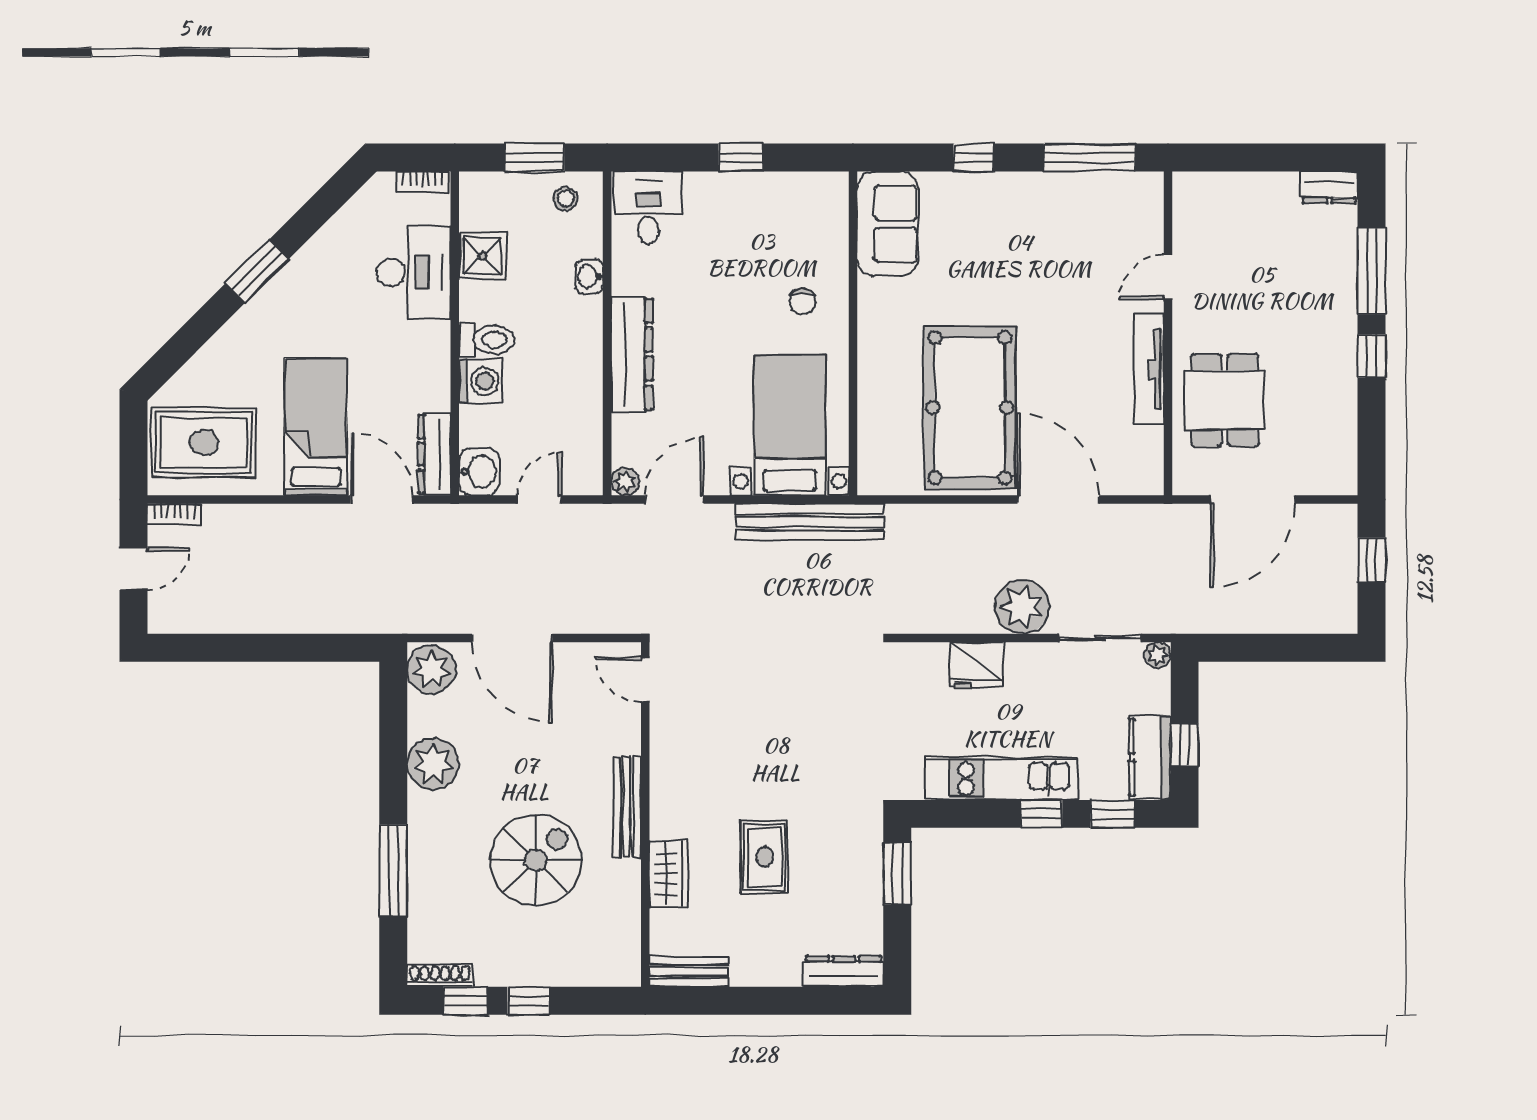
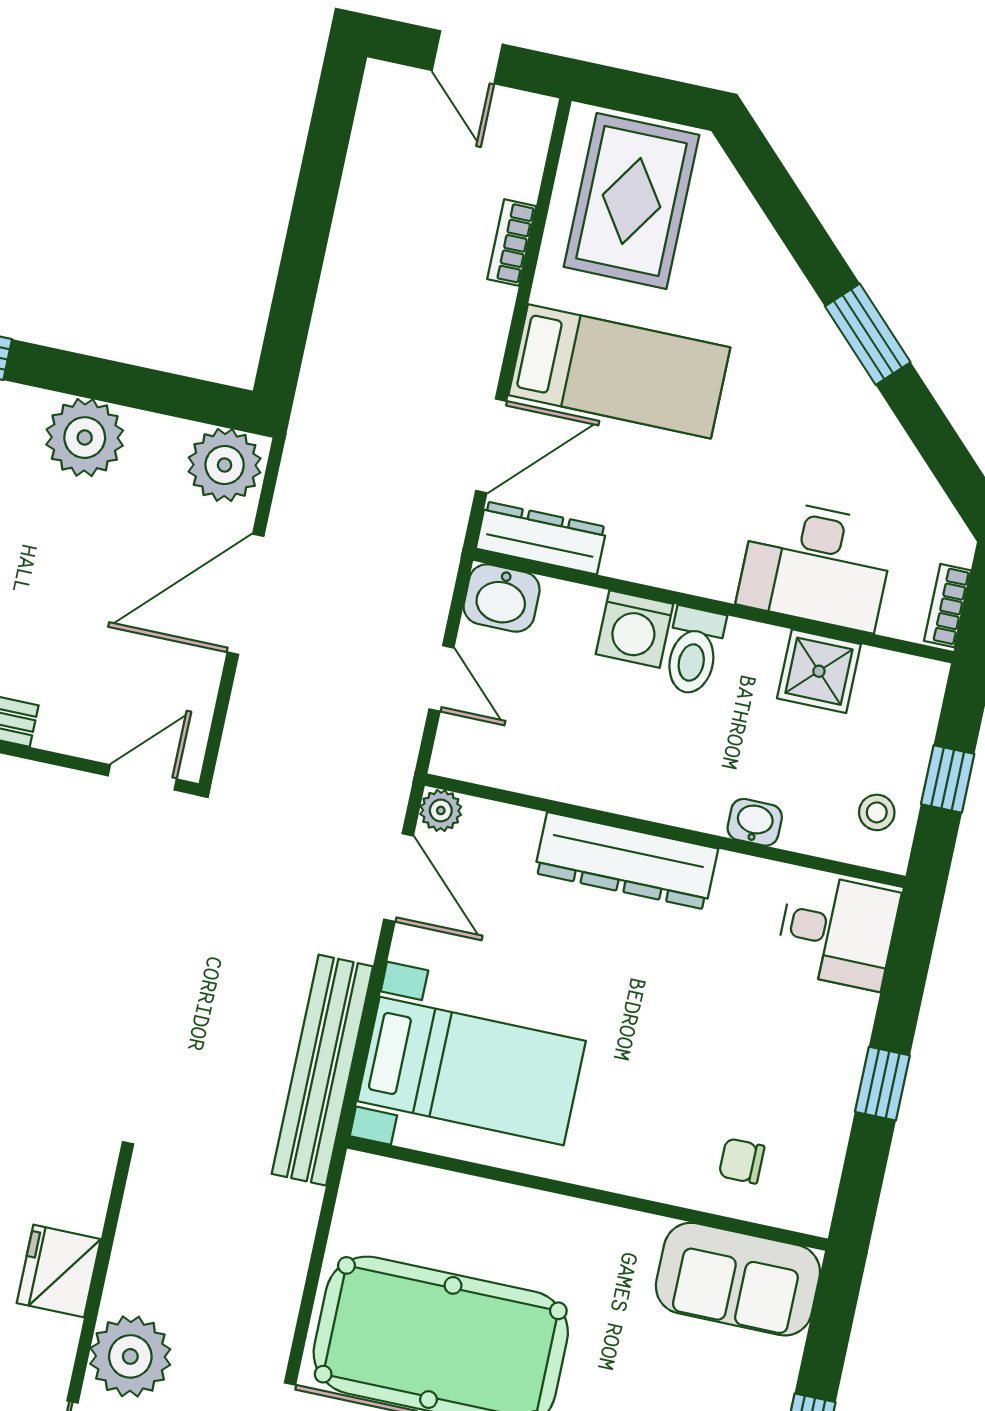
window: (534, 157) -> (948, 779), width x0.67
chair: (802, 301) -> (742, 1161), moved
bookcase: (174, 514) -> (512, 243), moved

